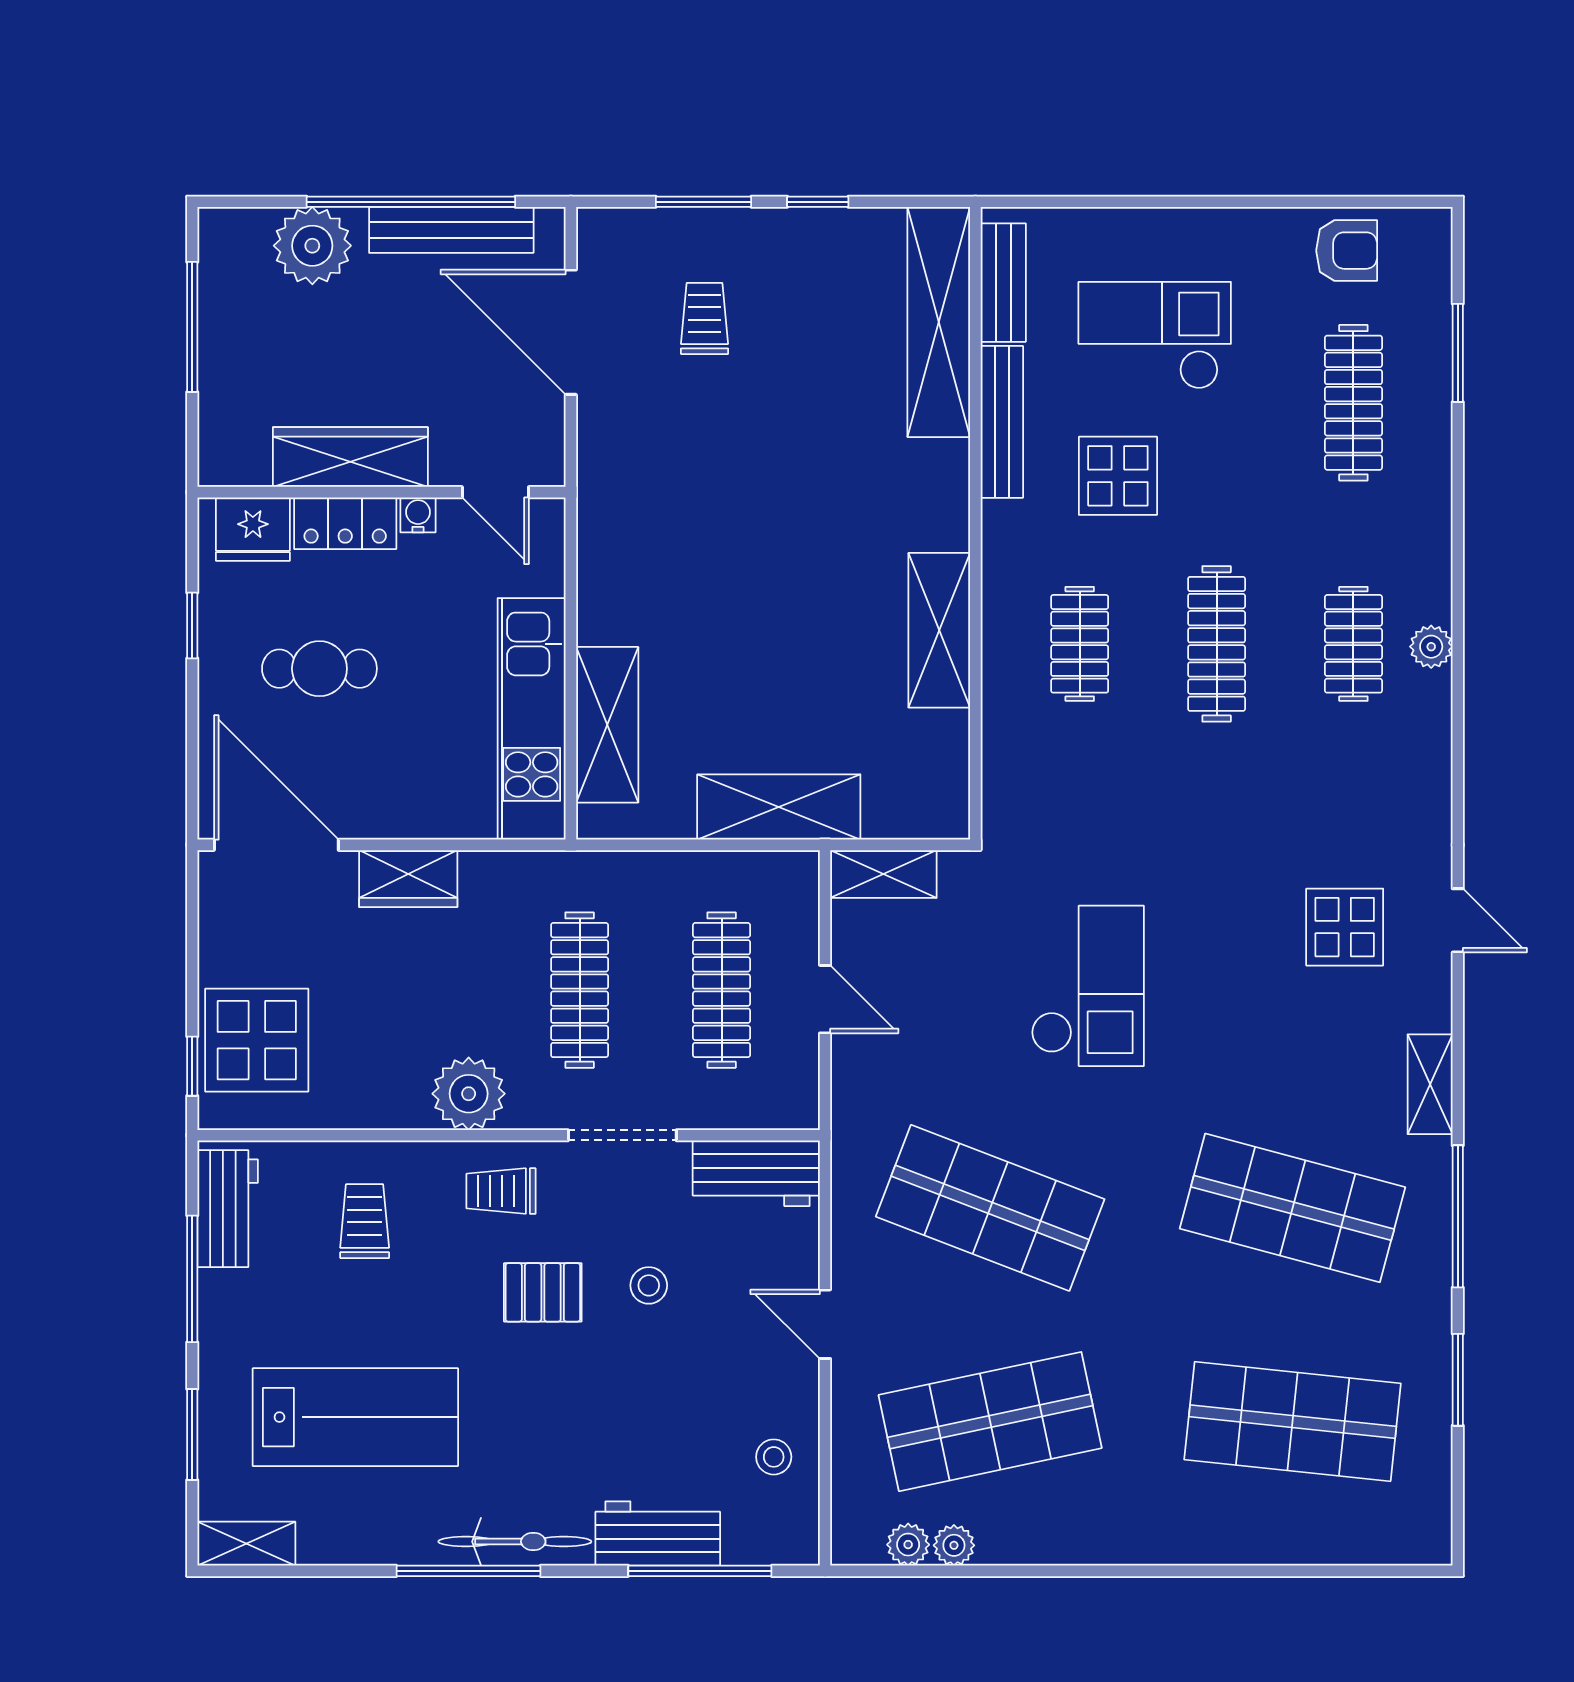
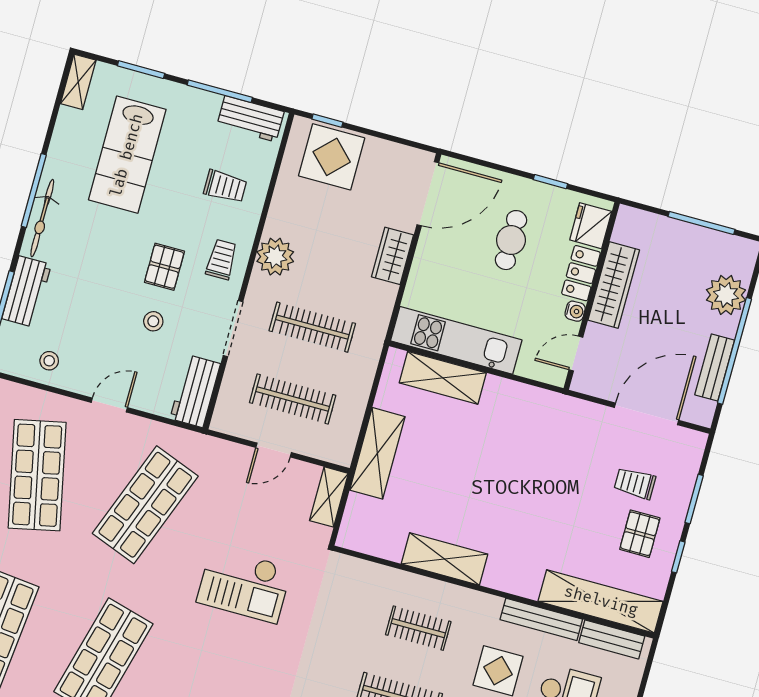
bench: (451, 230) -> (715, 367), width x0.73
pallet: (795, 284) -> (640, 534), added
trolley: (705, 318) -> (635, 483), turned 180

